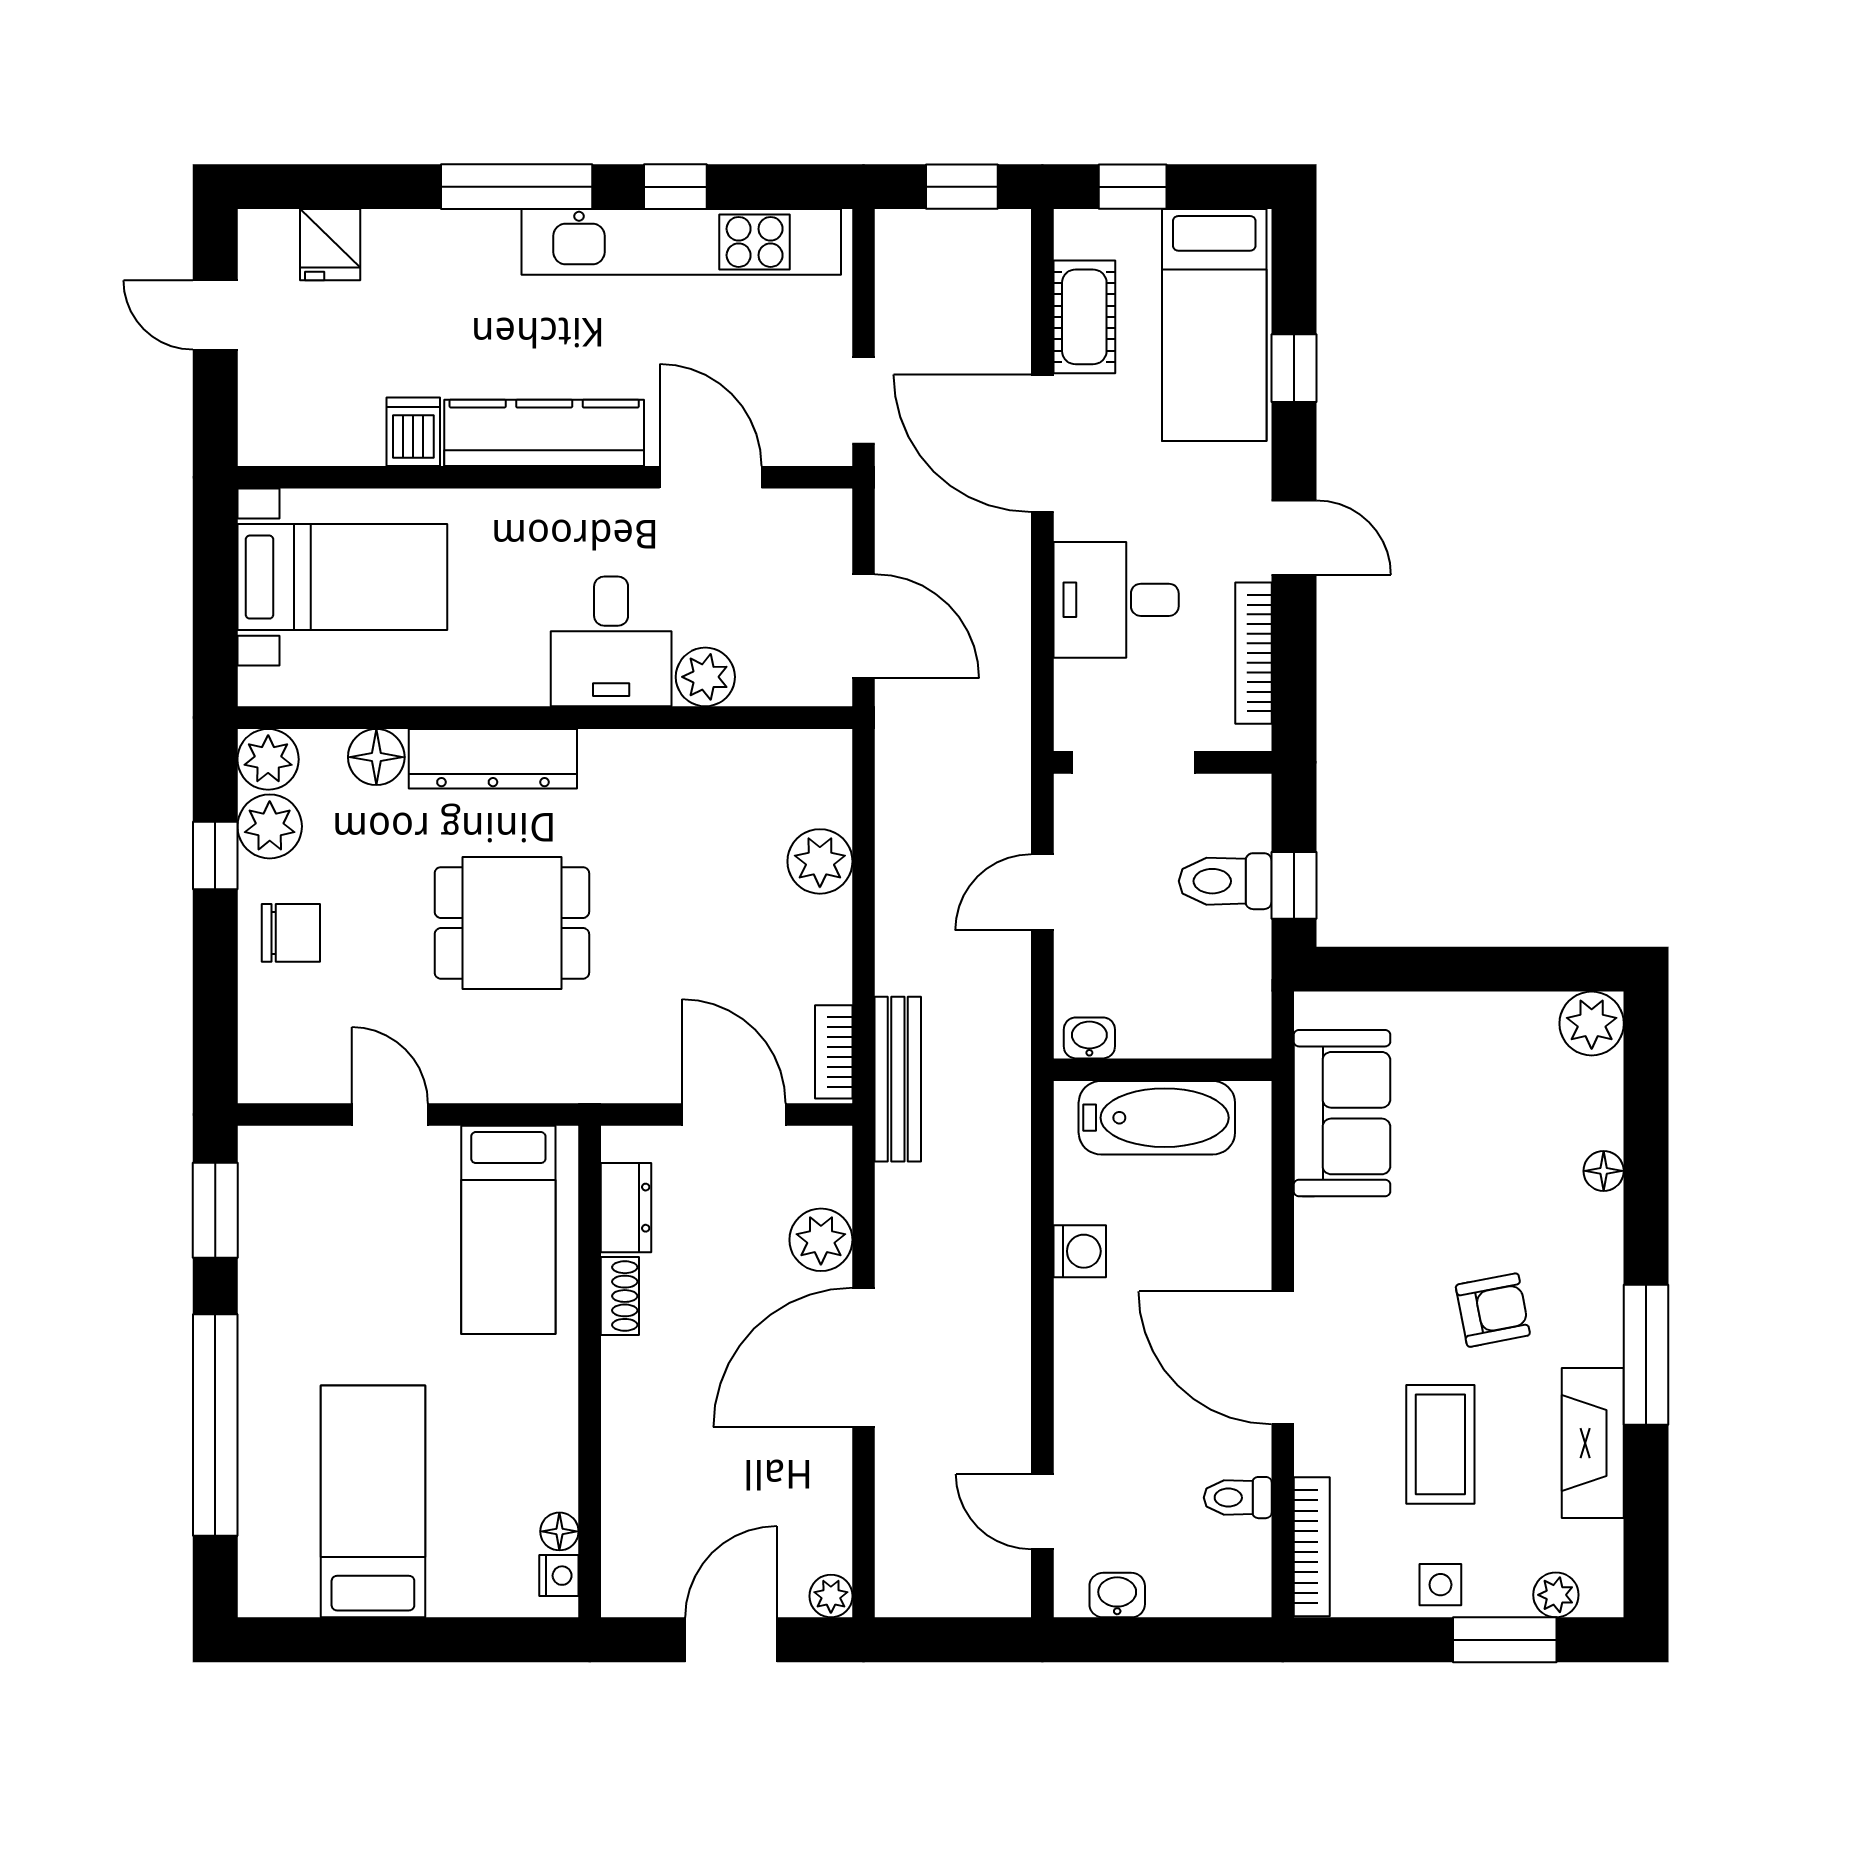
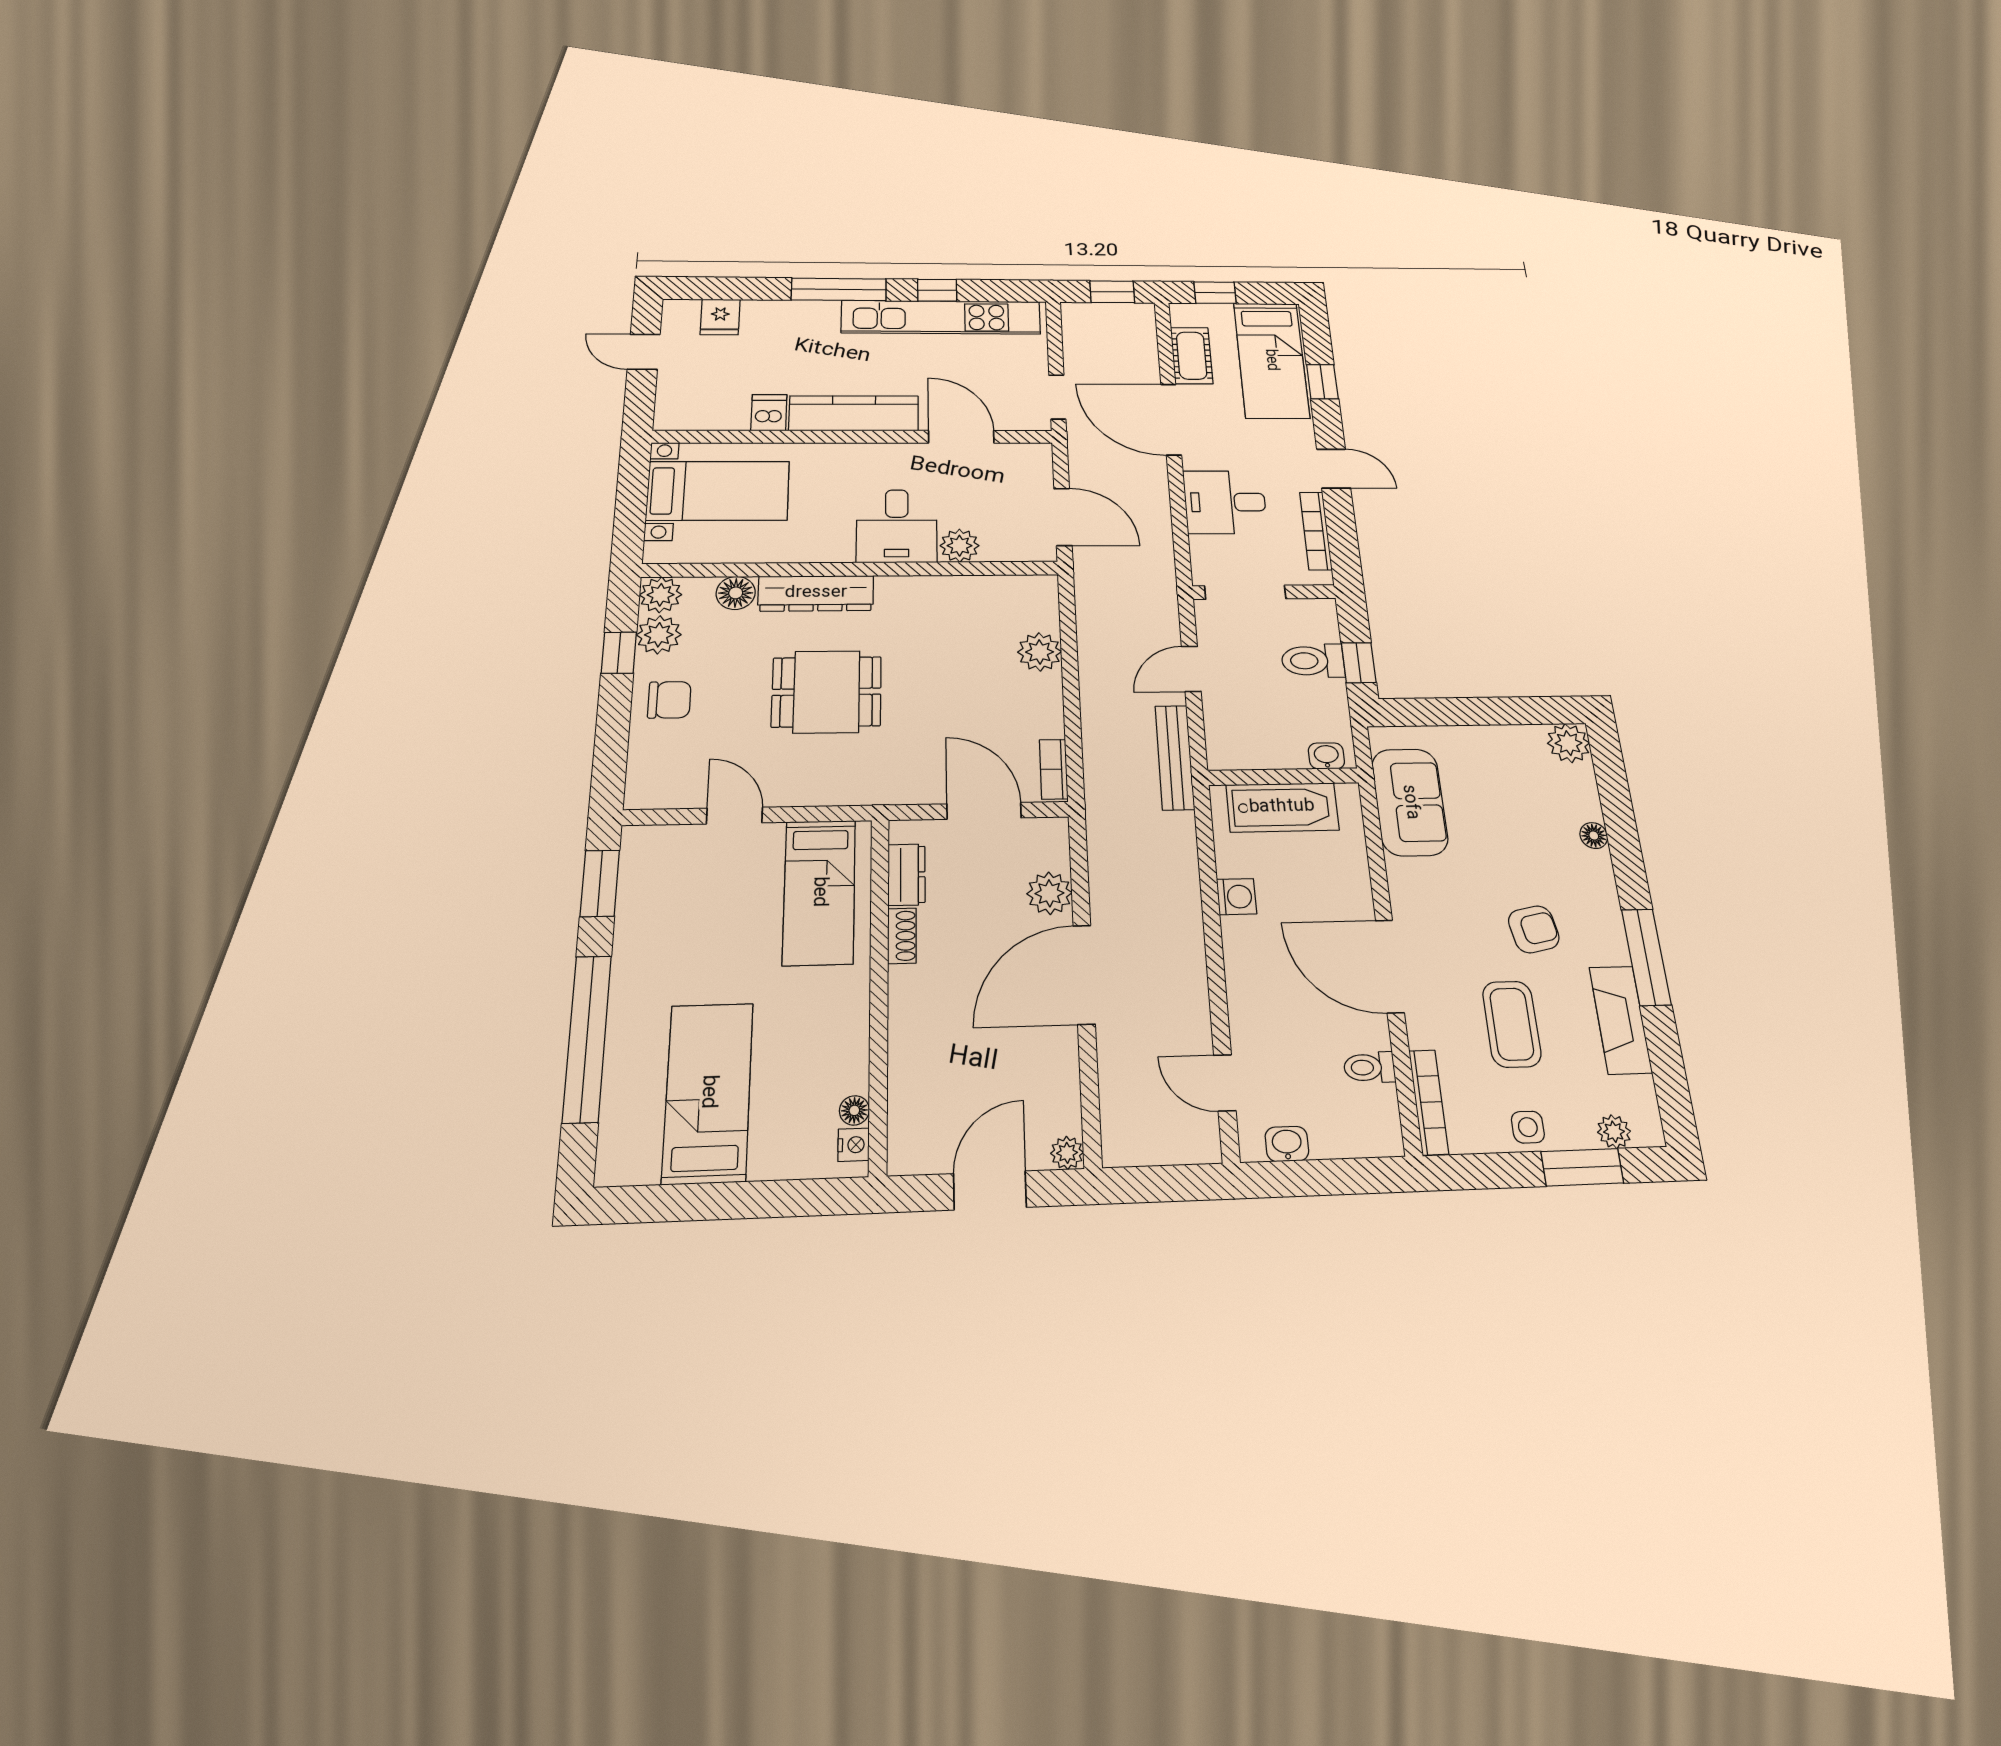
washbasin: (1089, 1038) -> (1326, 756), moved
bench: (898, 1079) -> (1175, 757), moved

